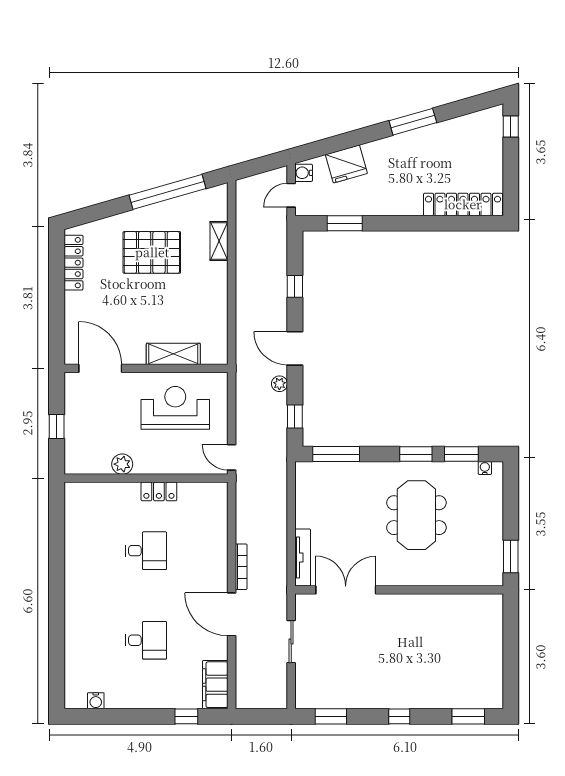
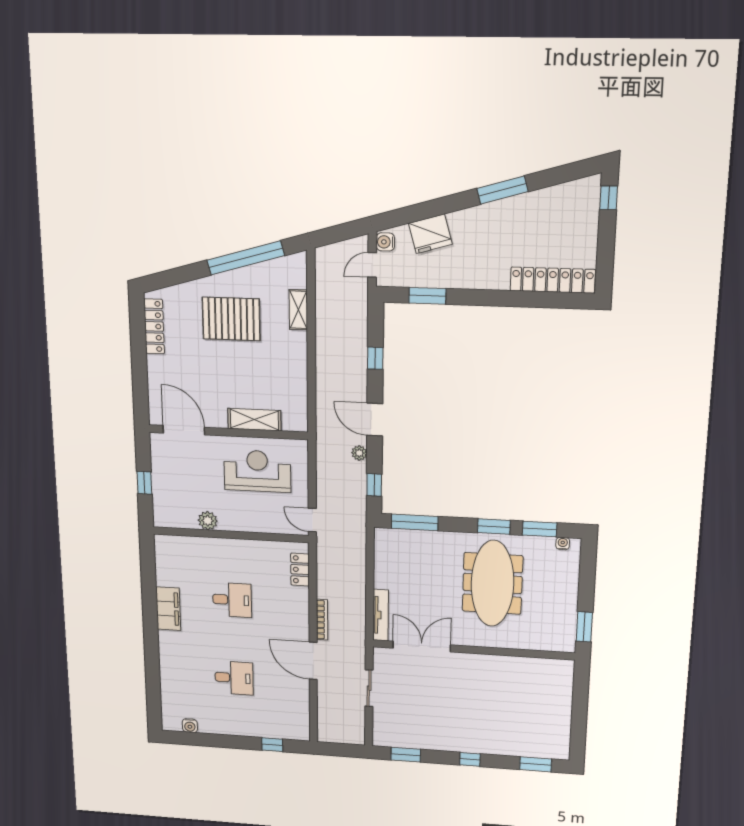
locker: (159, 491) -> (300, 570), moved, turned 90
meeting table: (416, 515) -> (492, 583), width x1.36
filing cabinet: (215, 685) -> (168, 609), moved, turned 180

